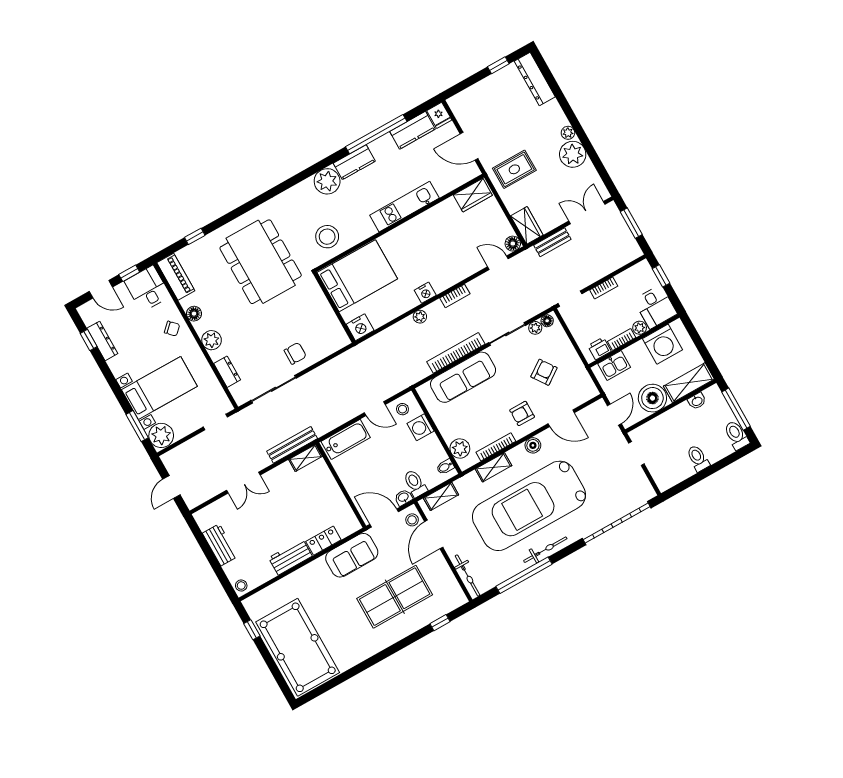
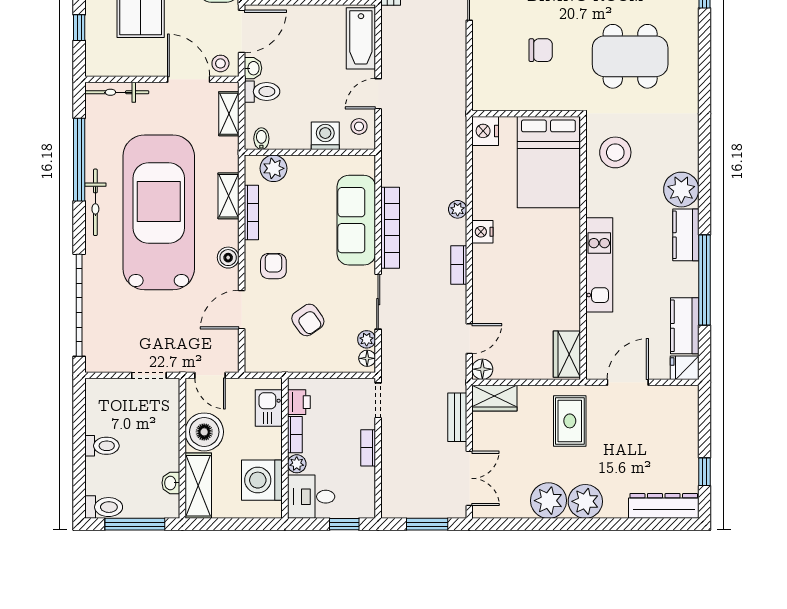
plant: (568, 133) -> (585, 501), width x1.88, depth x1.88
dining table: (261, 262) -> (630, 56), width x0.73, depth x0.80
chair: (295, 353) -> (541, 50), moved, turned -90

